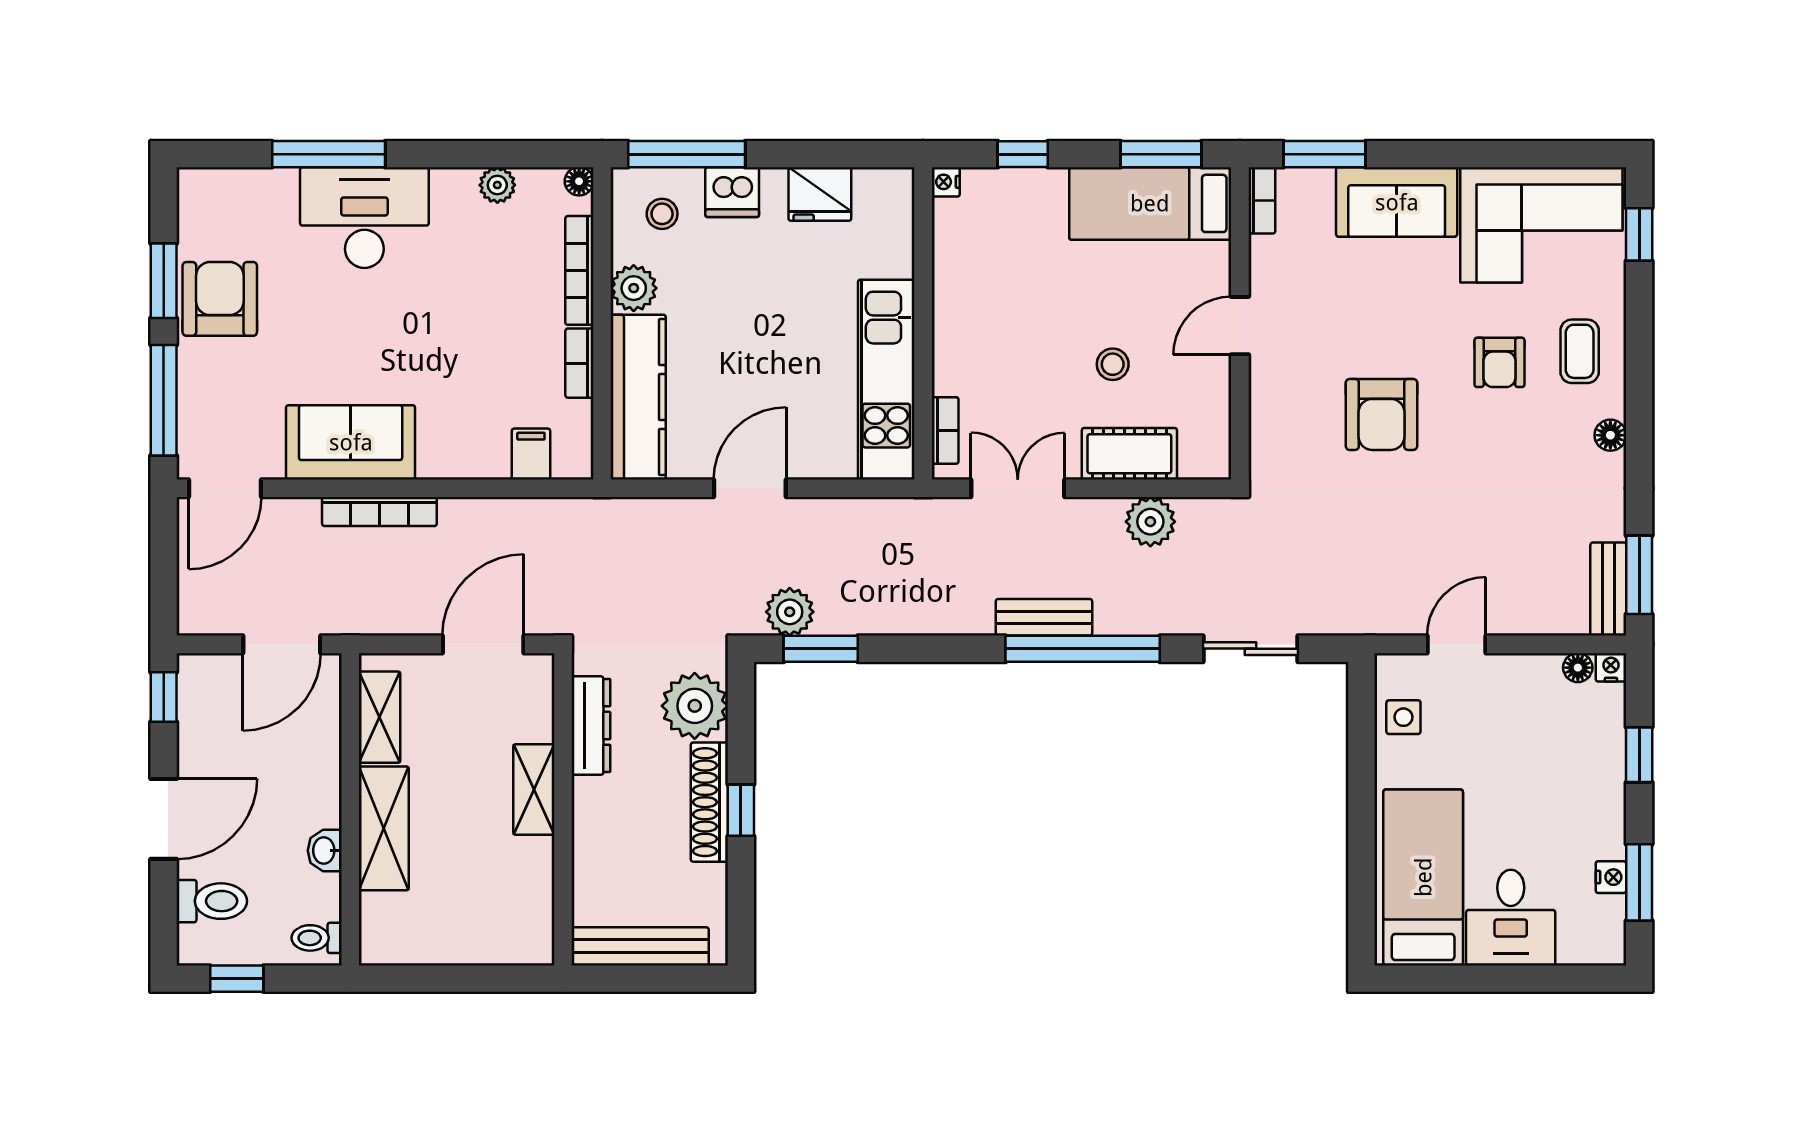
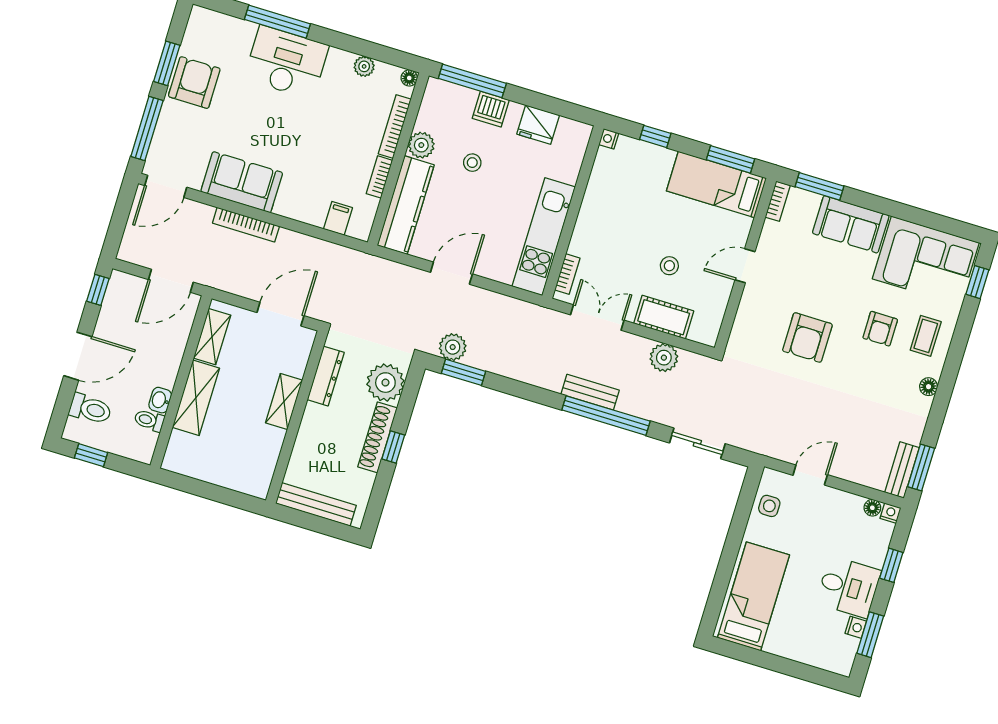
stool: (662, 214) -> (472, 163), moved
desk: (1511, 918) -> (848, 587), moved, turned -90
toilet: (317, 938) -> (149, 420), moved

